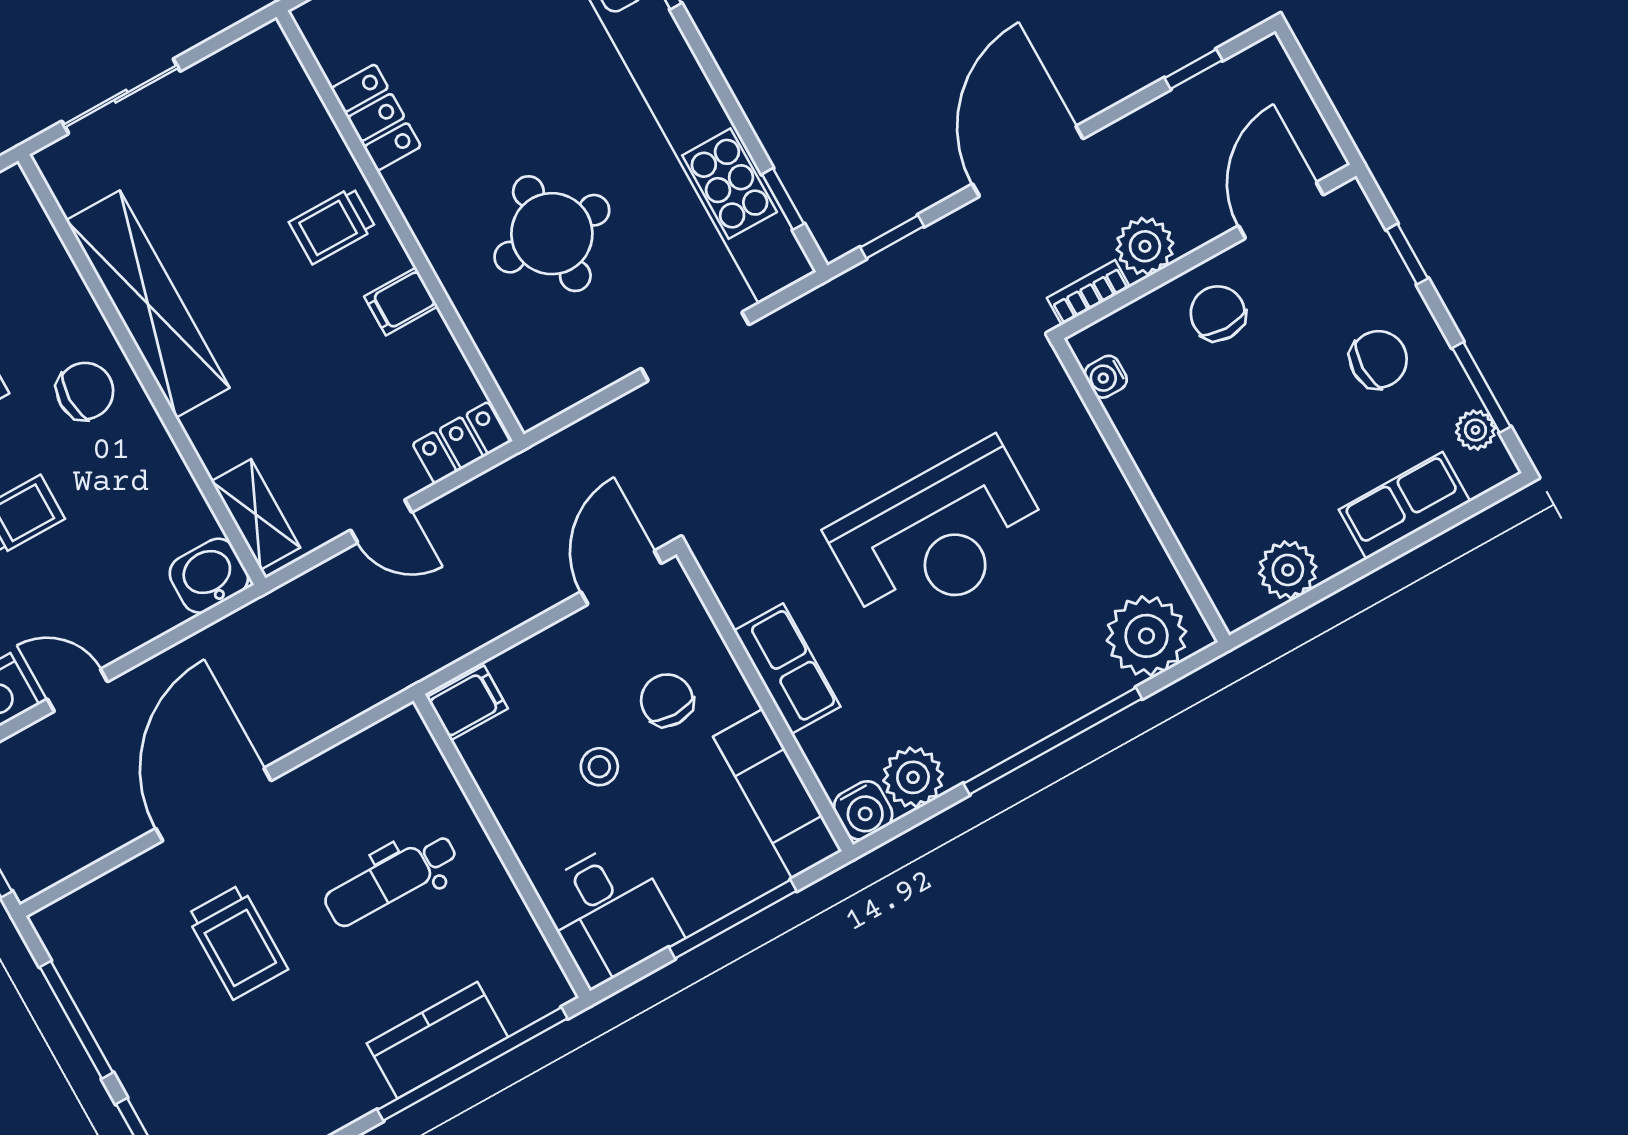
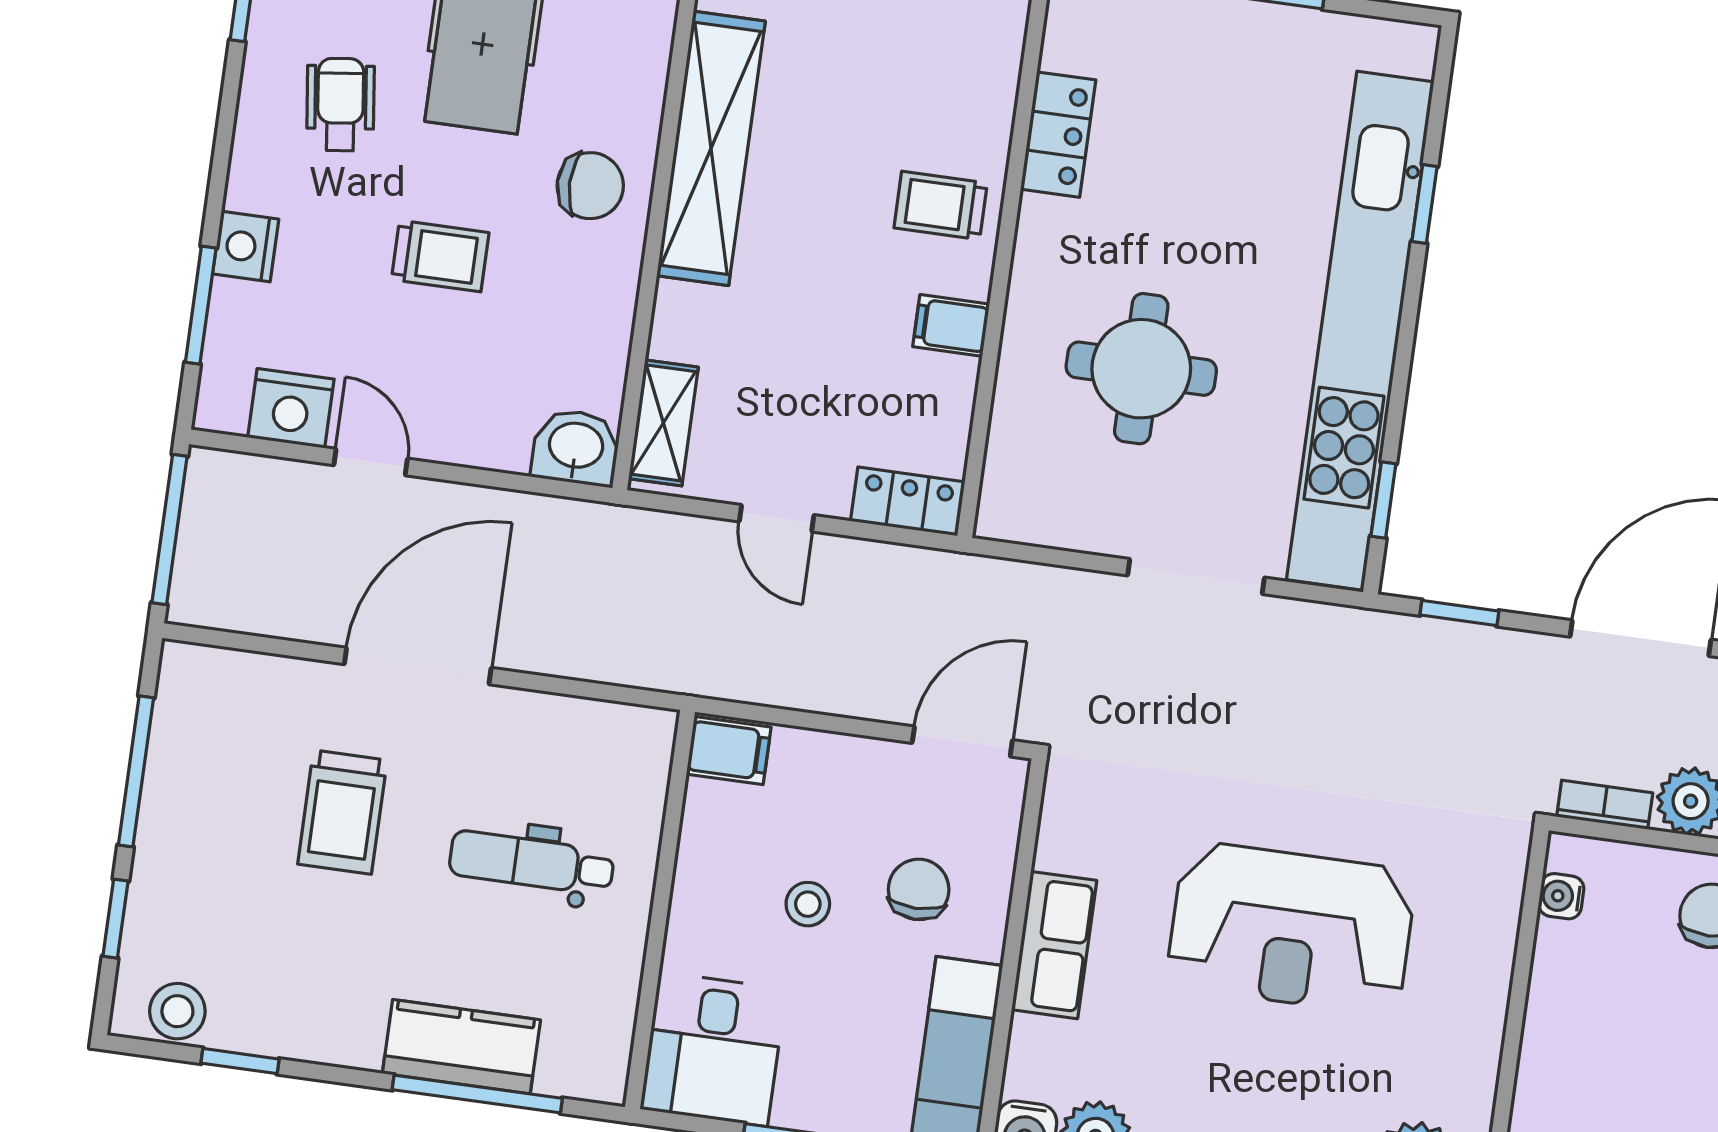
window: (472, 1064) -> (477, 1094), width x0.68

